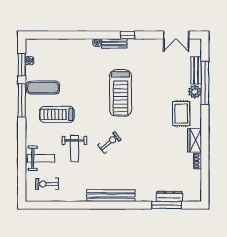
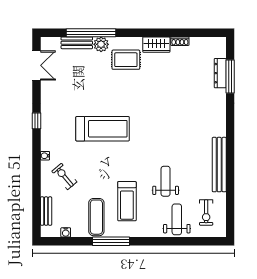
bench: (114, 43) -> (46, 211), moved
window: (22, 65) -> (70, 241), removed
exercise bike: (110, 142) -> (64, 177), moved
weight bench: (74, 148) -> (166, 181), turned -90
bench: (111, 196) -> (219, 165), moved

